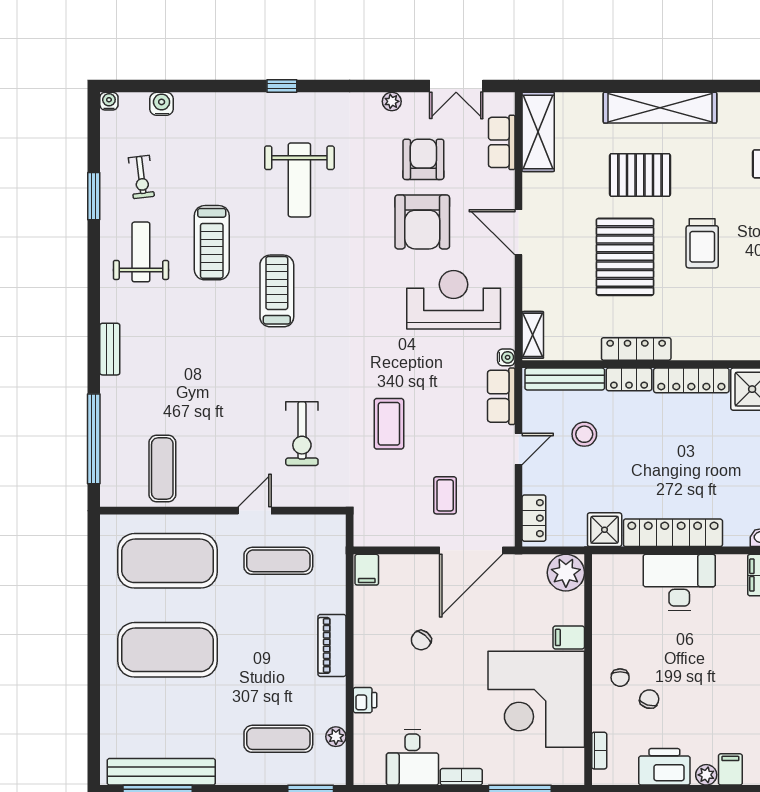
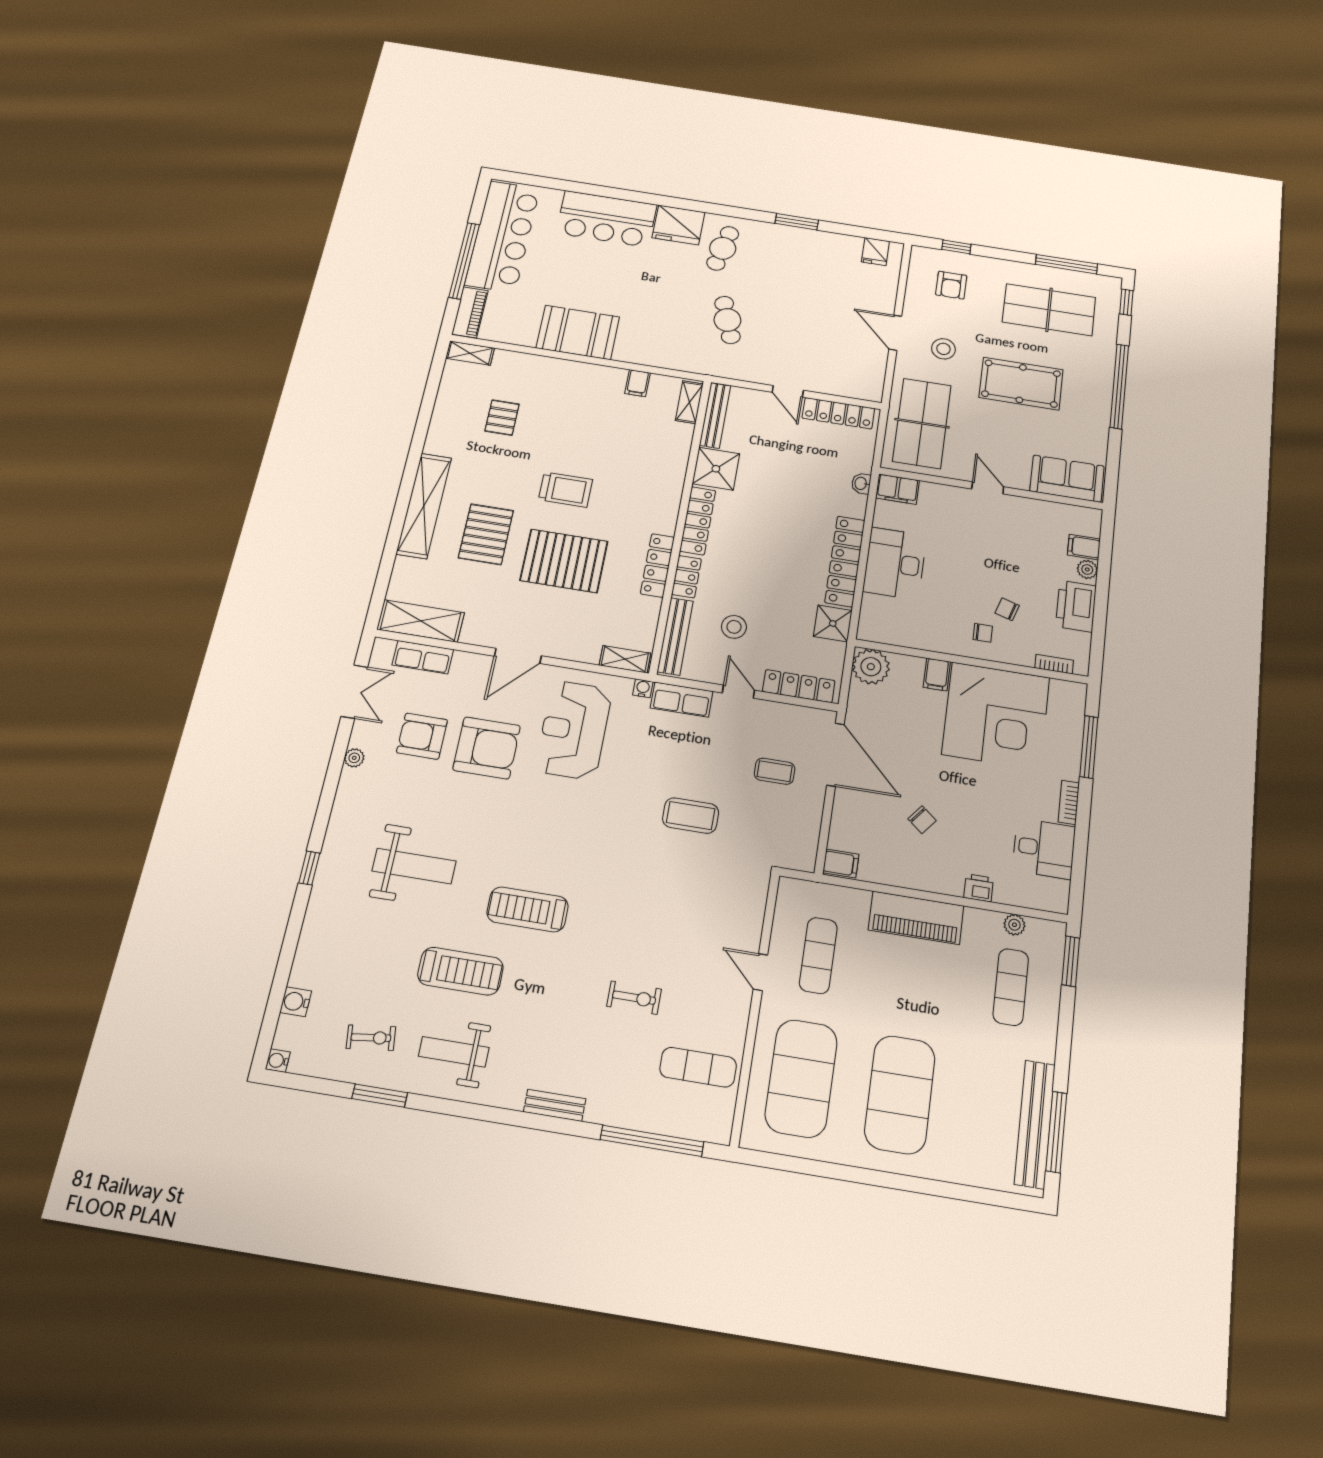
exercise bike: (302, 434) -> (634, 998), moved, width x0.73, depth x0.72
locker: (534, 518) -> (799, 686), width x1.53
piano: (332, 645) -> (916, 918), width x1.37, depth x1.33

